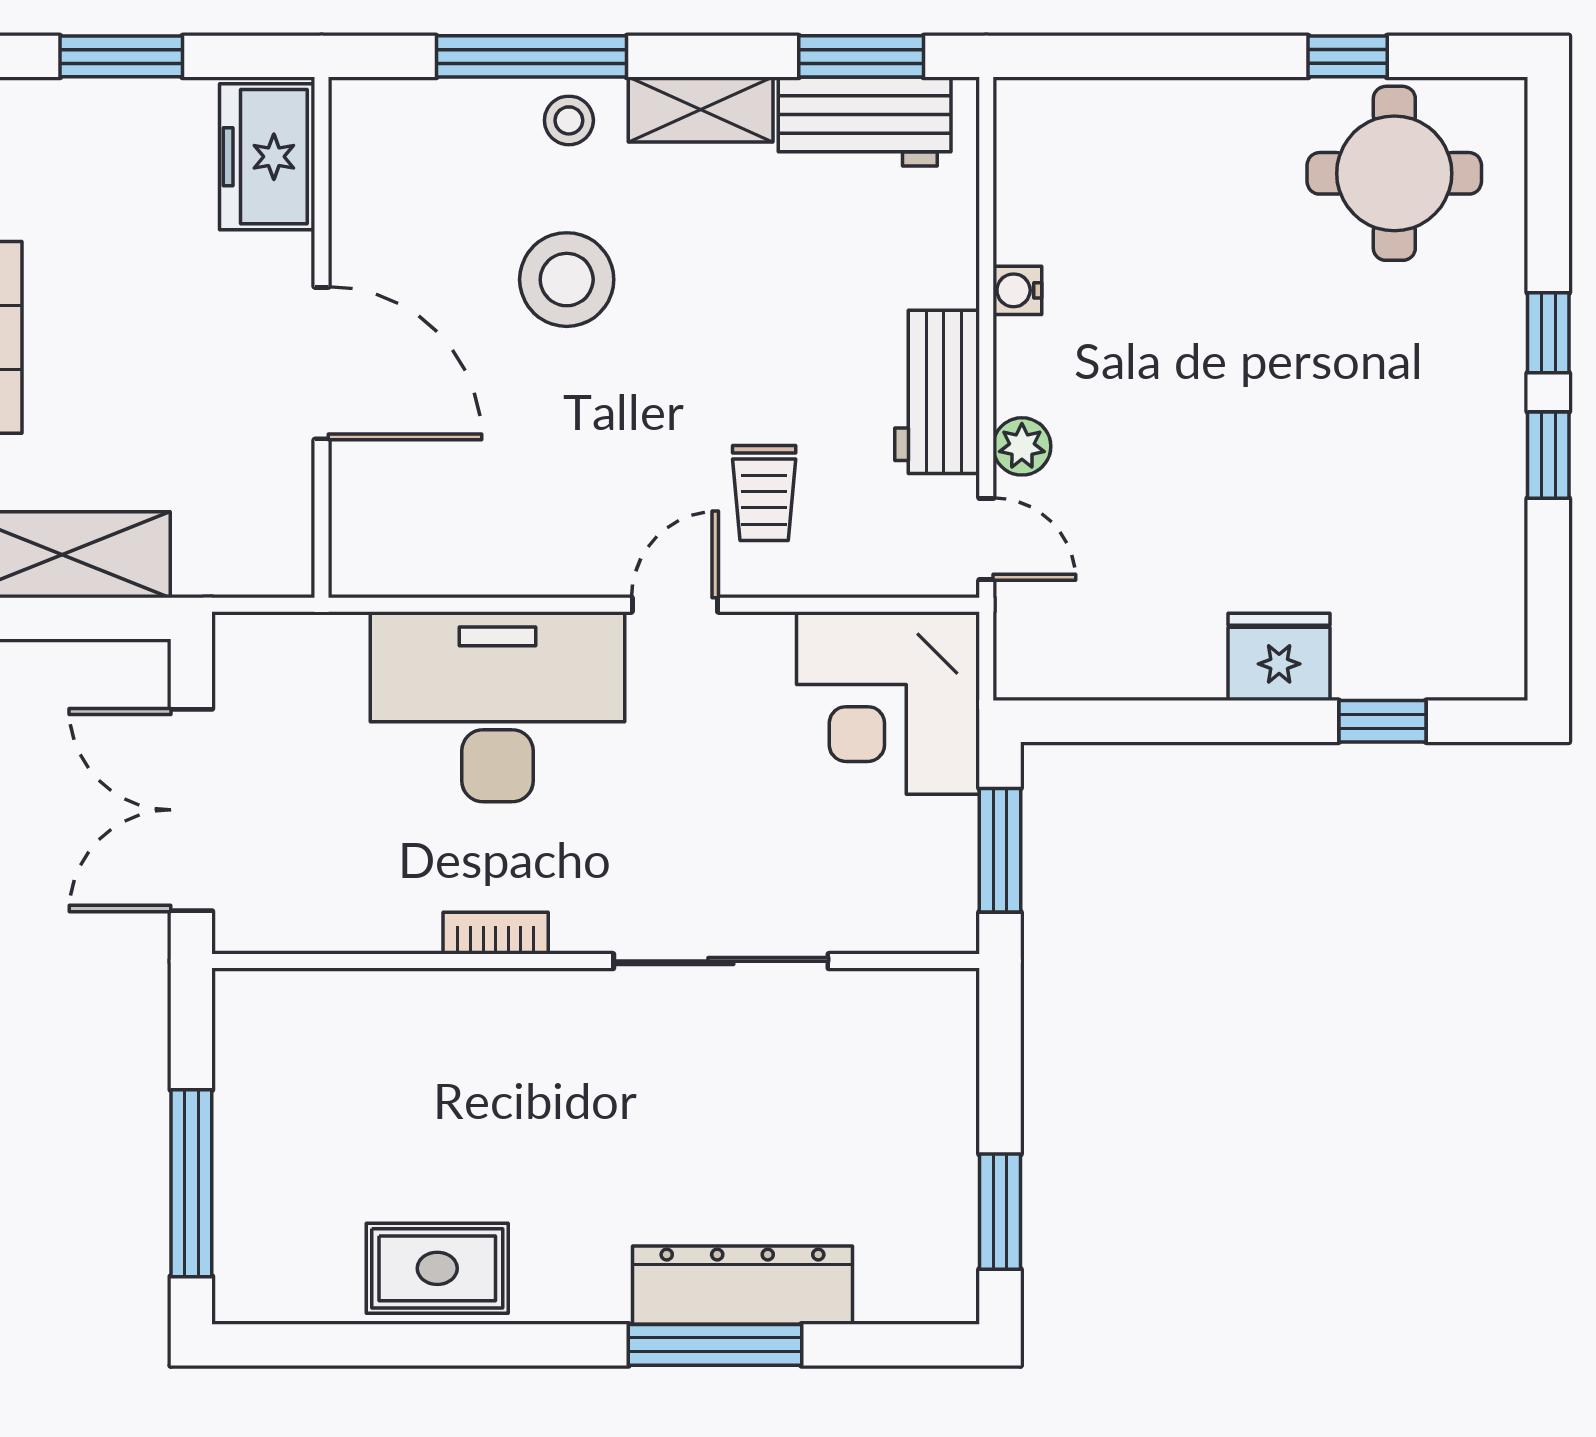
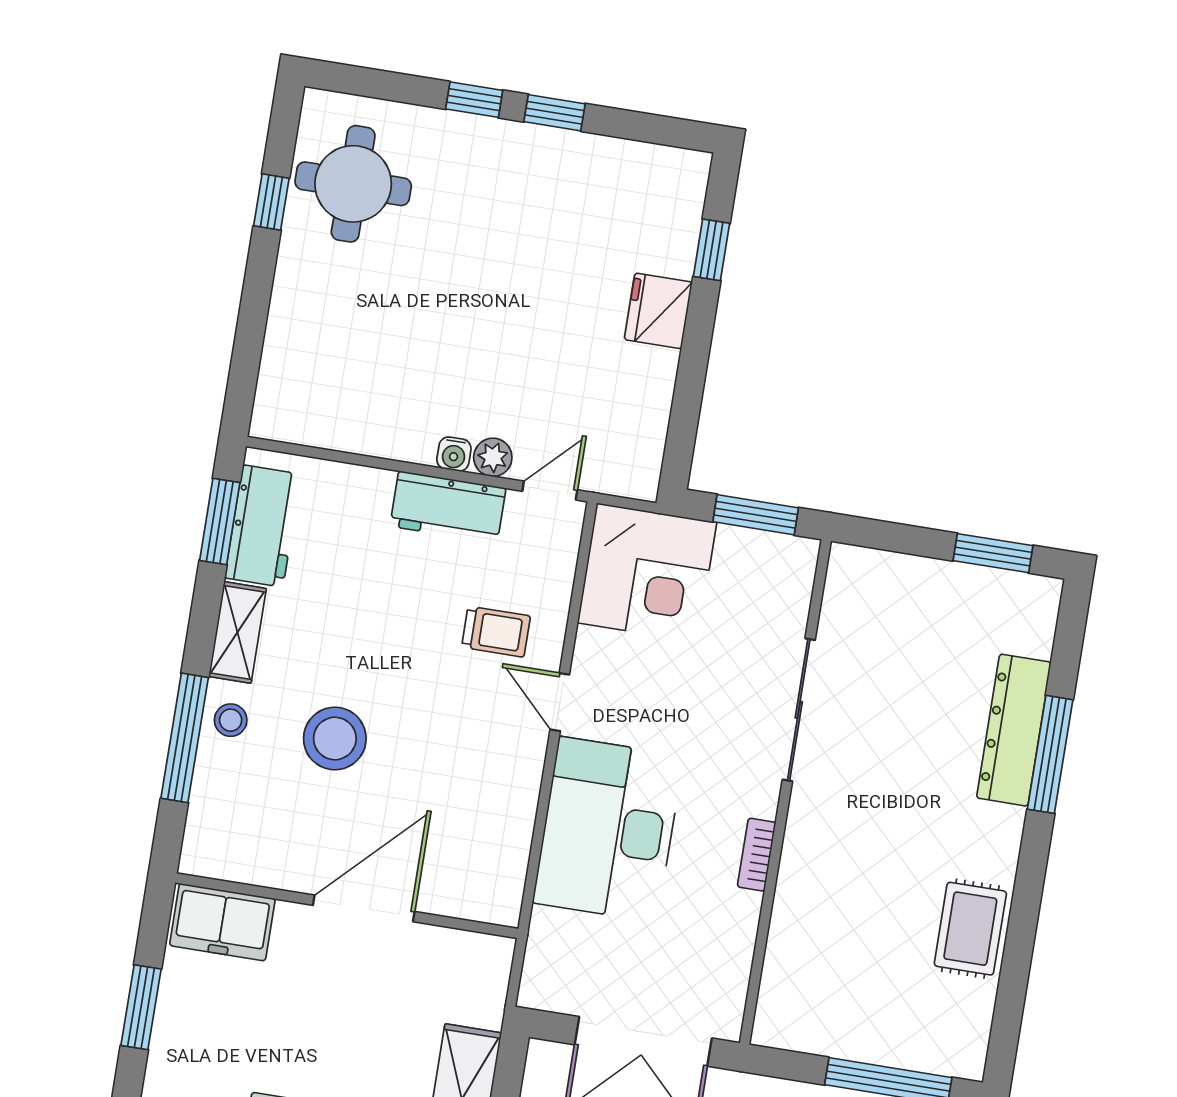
water cooler: (1017, 290) -> (454, 454), moved

